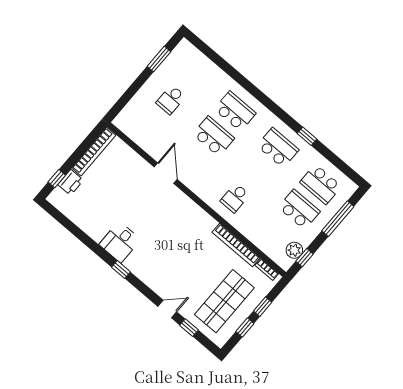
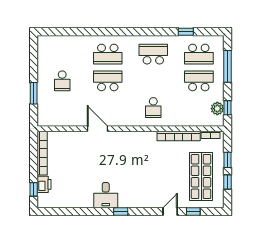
window: (159, 59) -> (34, 93), moved
school desk: (235, 111) -> (108, 54), turned 180
window: (307, 136) -> (186, 32), moved

